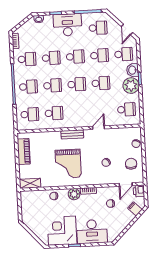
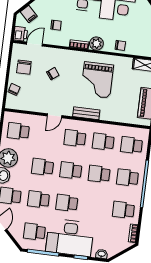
desk: (67, 25) -> (70, 238), width x1.36, depth x1.30
school desk: (51, 58) -> (75, 138), moved
grand piano: (68, 164) -> (97, 80), turned 180

